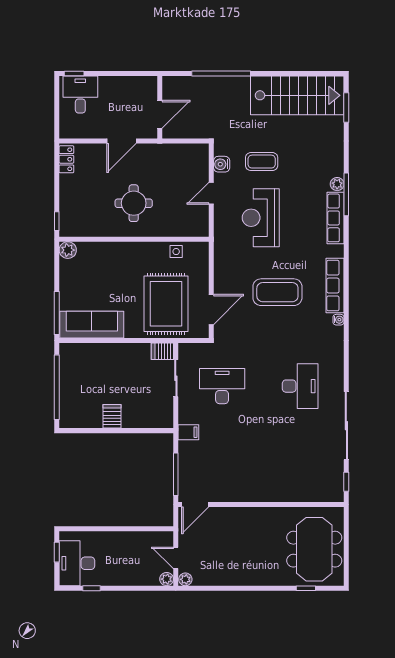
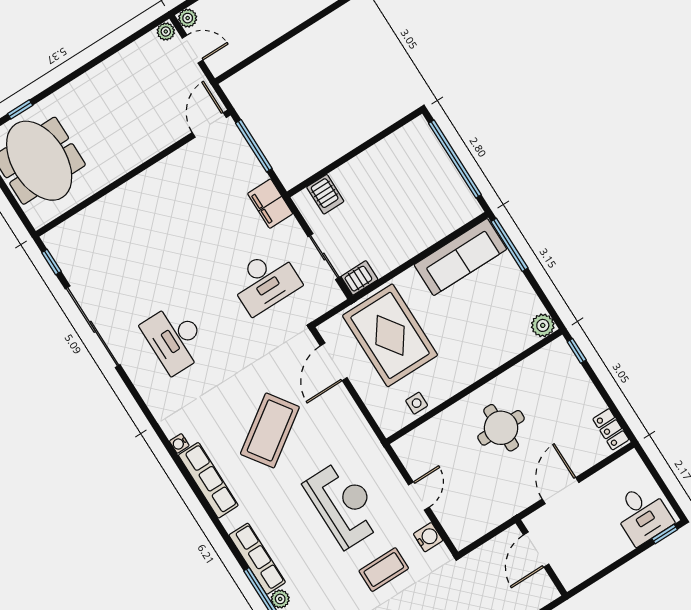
coffee table: (277, 292) -> (270, 430), turned -35
server rack: (112, 416) -> (325, 194), moved
filing cabinet: (188, 432) -> (270, 204), width x2.00

